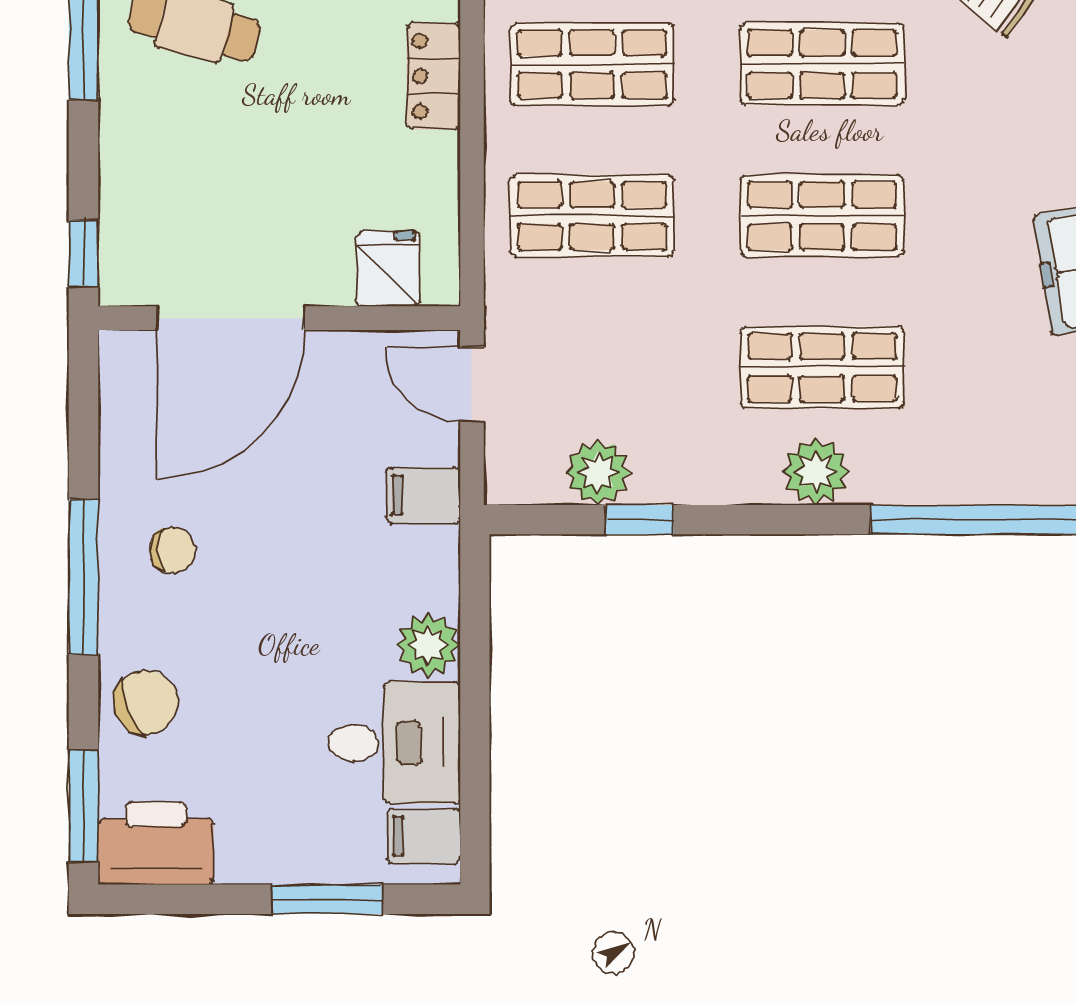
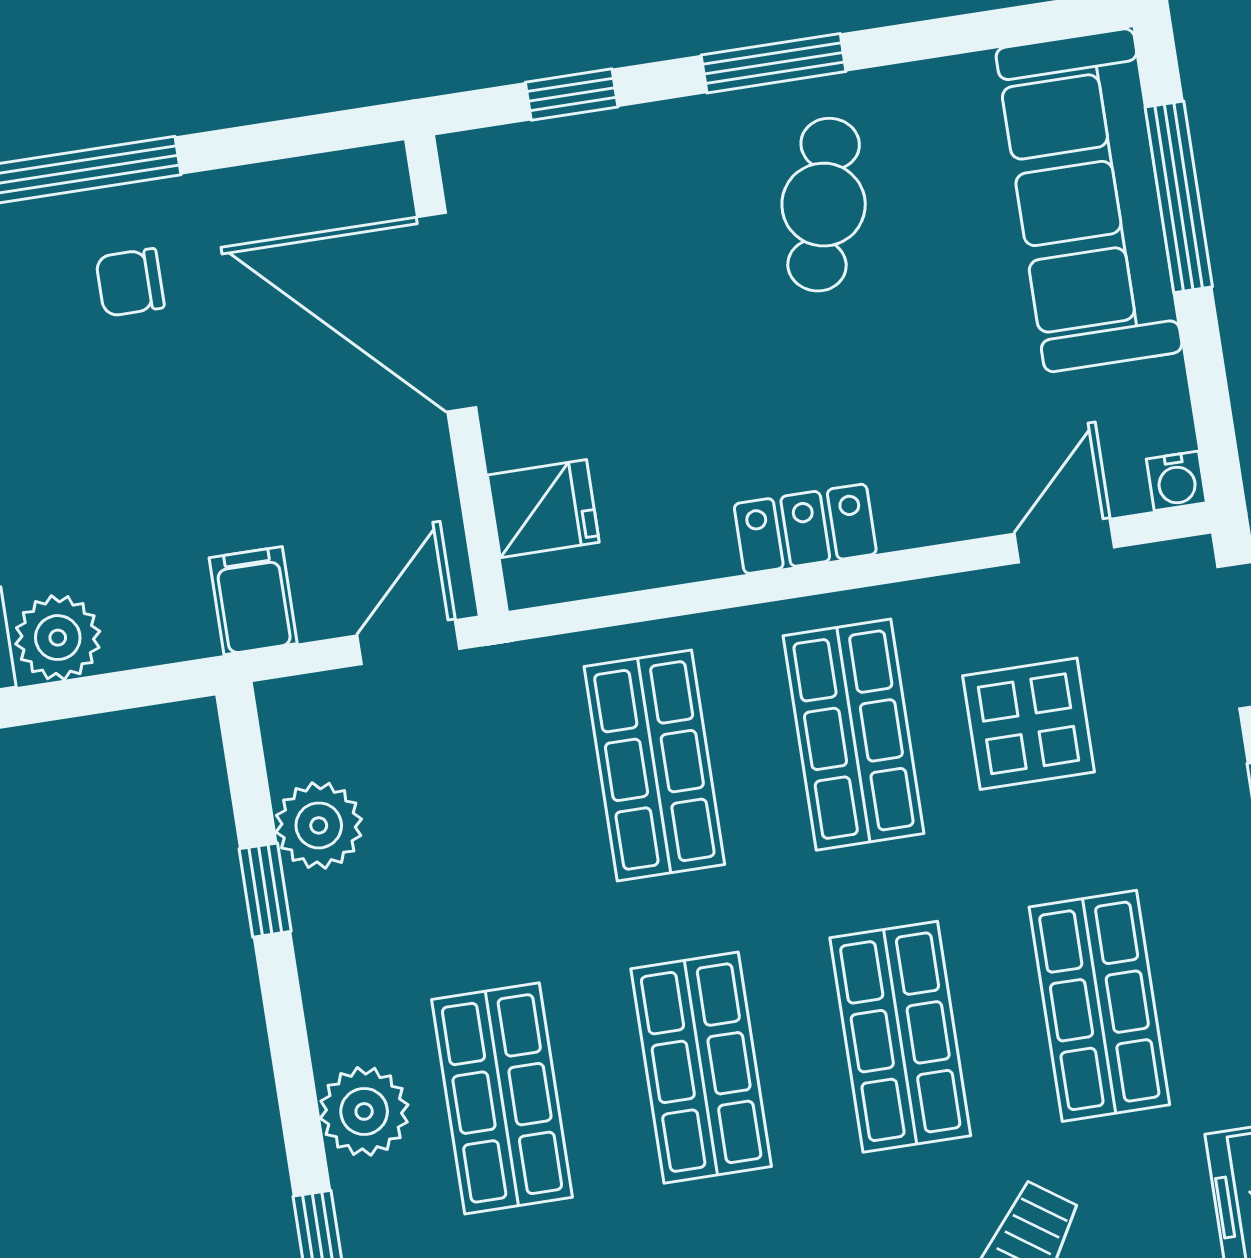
window: (84, 254) -> (572, 95), moved
chair: (172, 550) -> (130, 282), turned 90

